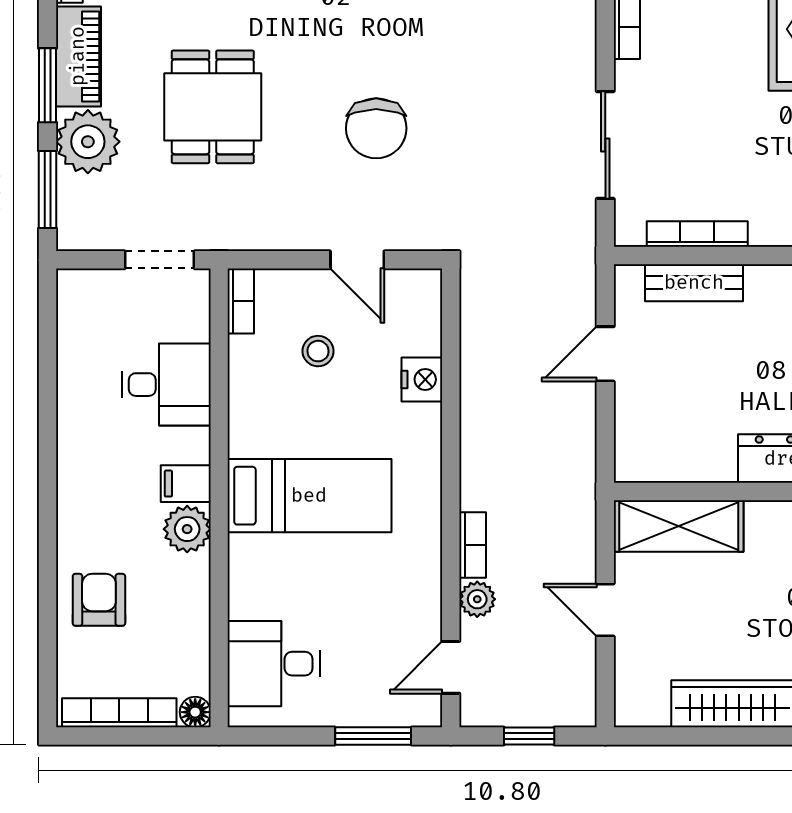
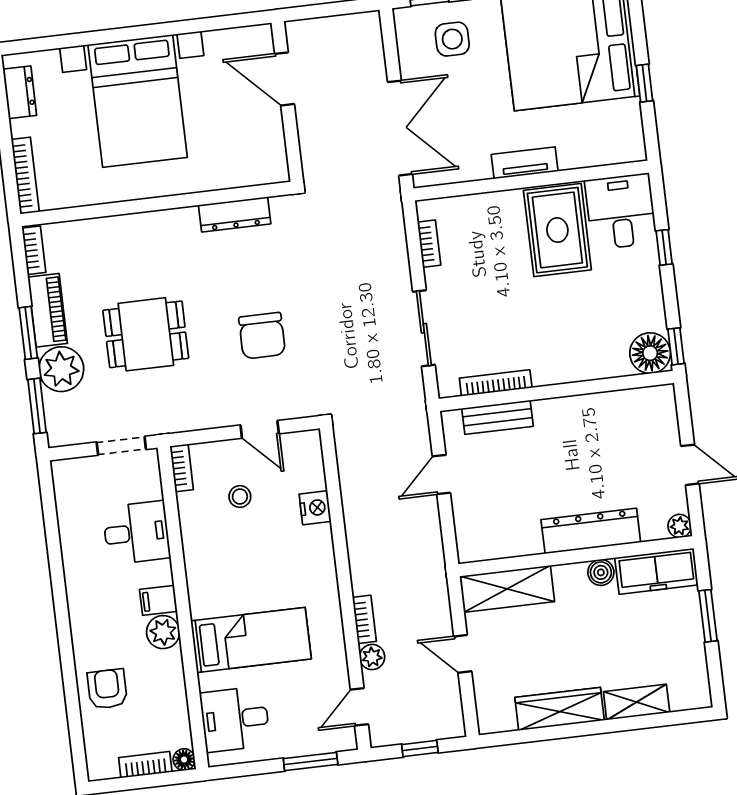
dining table: (213, 107) -> (146, 334), turned 90
bed: (309, 496) -> (251, 640), moved
bookcase: (119, 713) -> (145, 765), width x0.64

